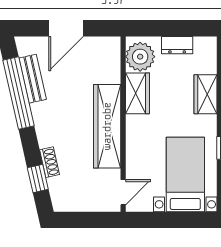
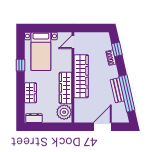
dresser: (177, 45) -> (34, 118), moved
bench: (33, 79) -> (117, 90), moved
wardrobe: (137, 93) -> (66, 88), width x1.50

